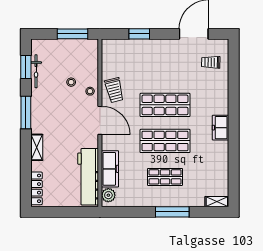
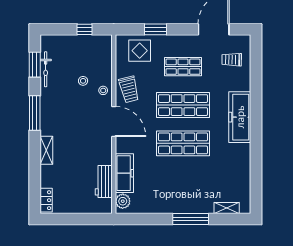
window: (72, 34) -> (84, 29), width x0.46
display table: (124, 54) -> (140, 51), added
freezer: (220, 128) -> (240, 117), width x1.91, depth x1.26
workbench: (88, 177) -> (104, 182), width x0.53, depth x0.76
shop shelf: (165, 177) -> (183, 67), moved
locker: (36, 188) -> (46, 200), width x0.66
shelving: (217, 202) -> (227, 208), moved

